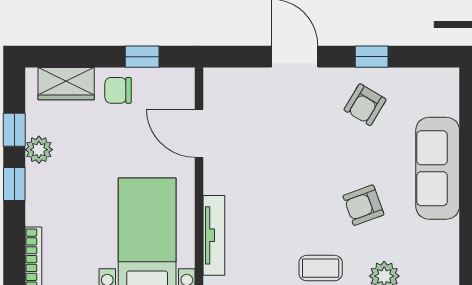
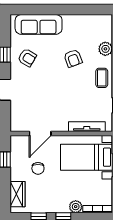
chair: (118, 90) -> (38, 168), moved
plant: (39, 150) -> (76, 207), moved
sofa: (438, 168) -> (39, 24), moved

